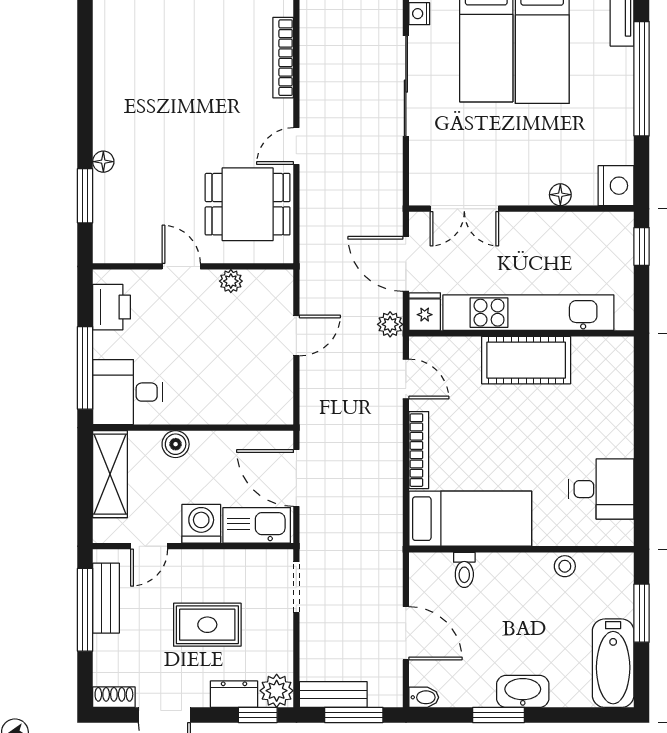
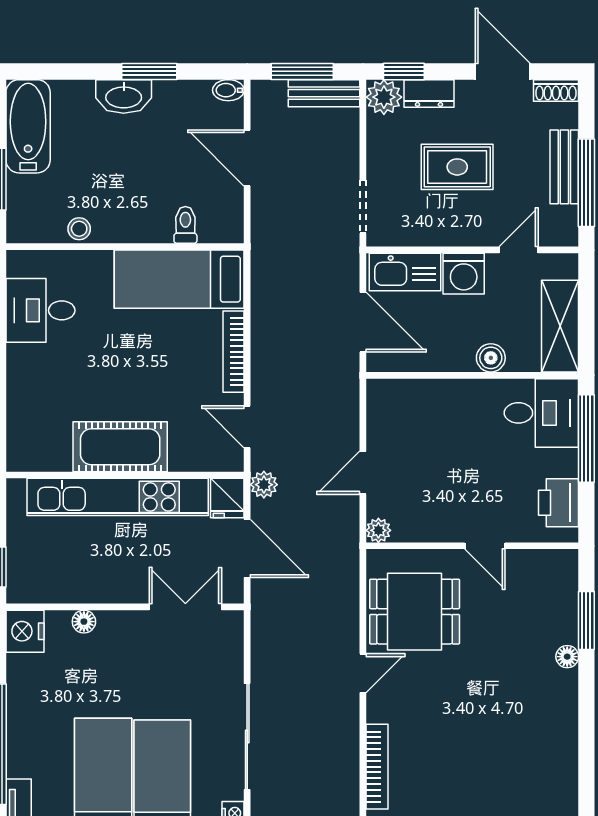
plant: (231, 281) -> (378, 530), moved
bench: (106, 598) -> (564, 167), moved

